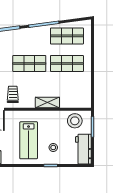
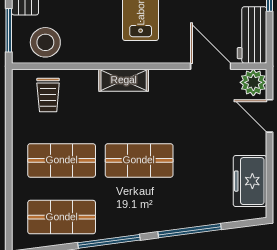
trolley: (13, 94) -> (48, 95), moved
shelving: (47, 102) -> (124, 80), moved

